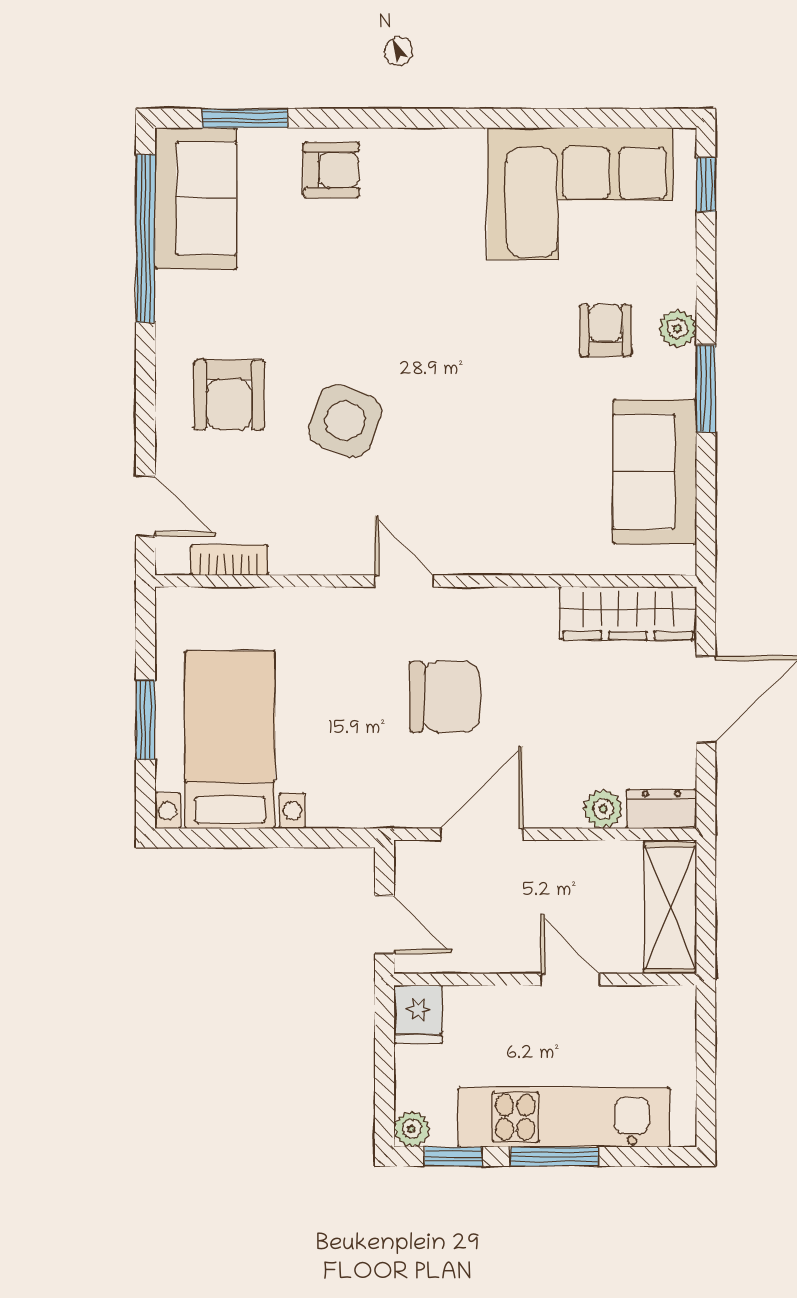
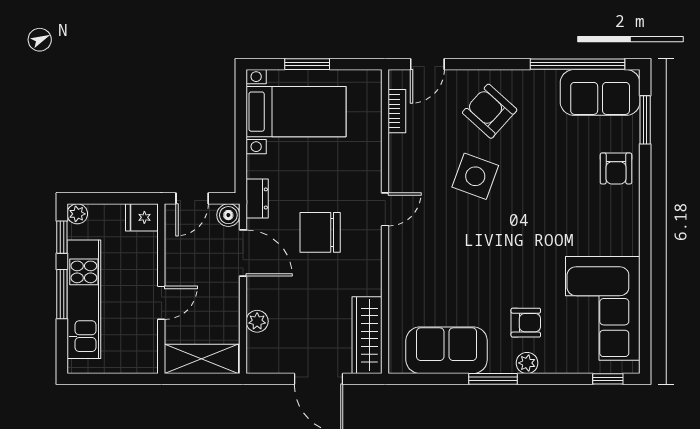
armchair: (229, 395) -> (490, 111), turned 42
chair: (445, 697) -> (320, 232), turned 90
dresser: (661, 809) -> (257, 198), moved
boiler: (414, 860) -> (228, 215), added

